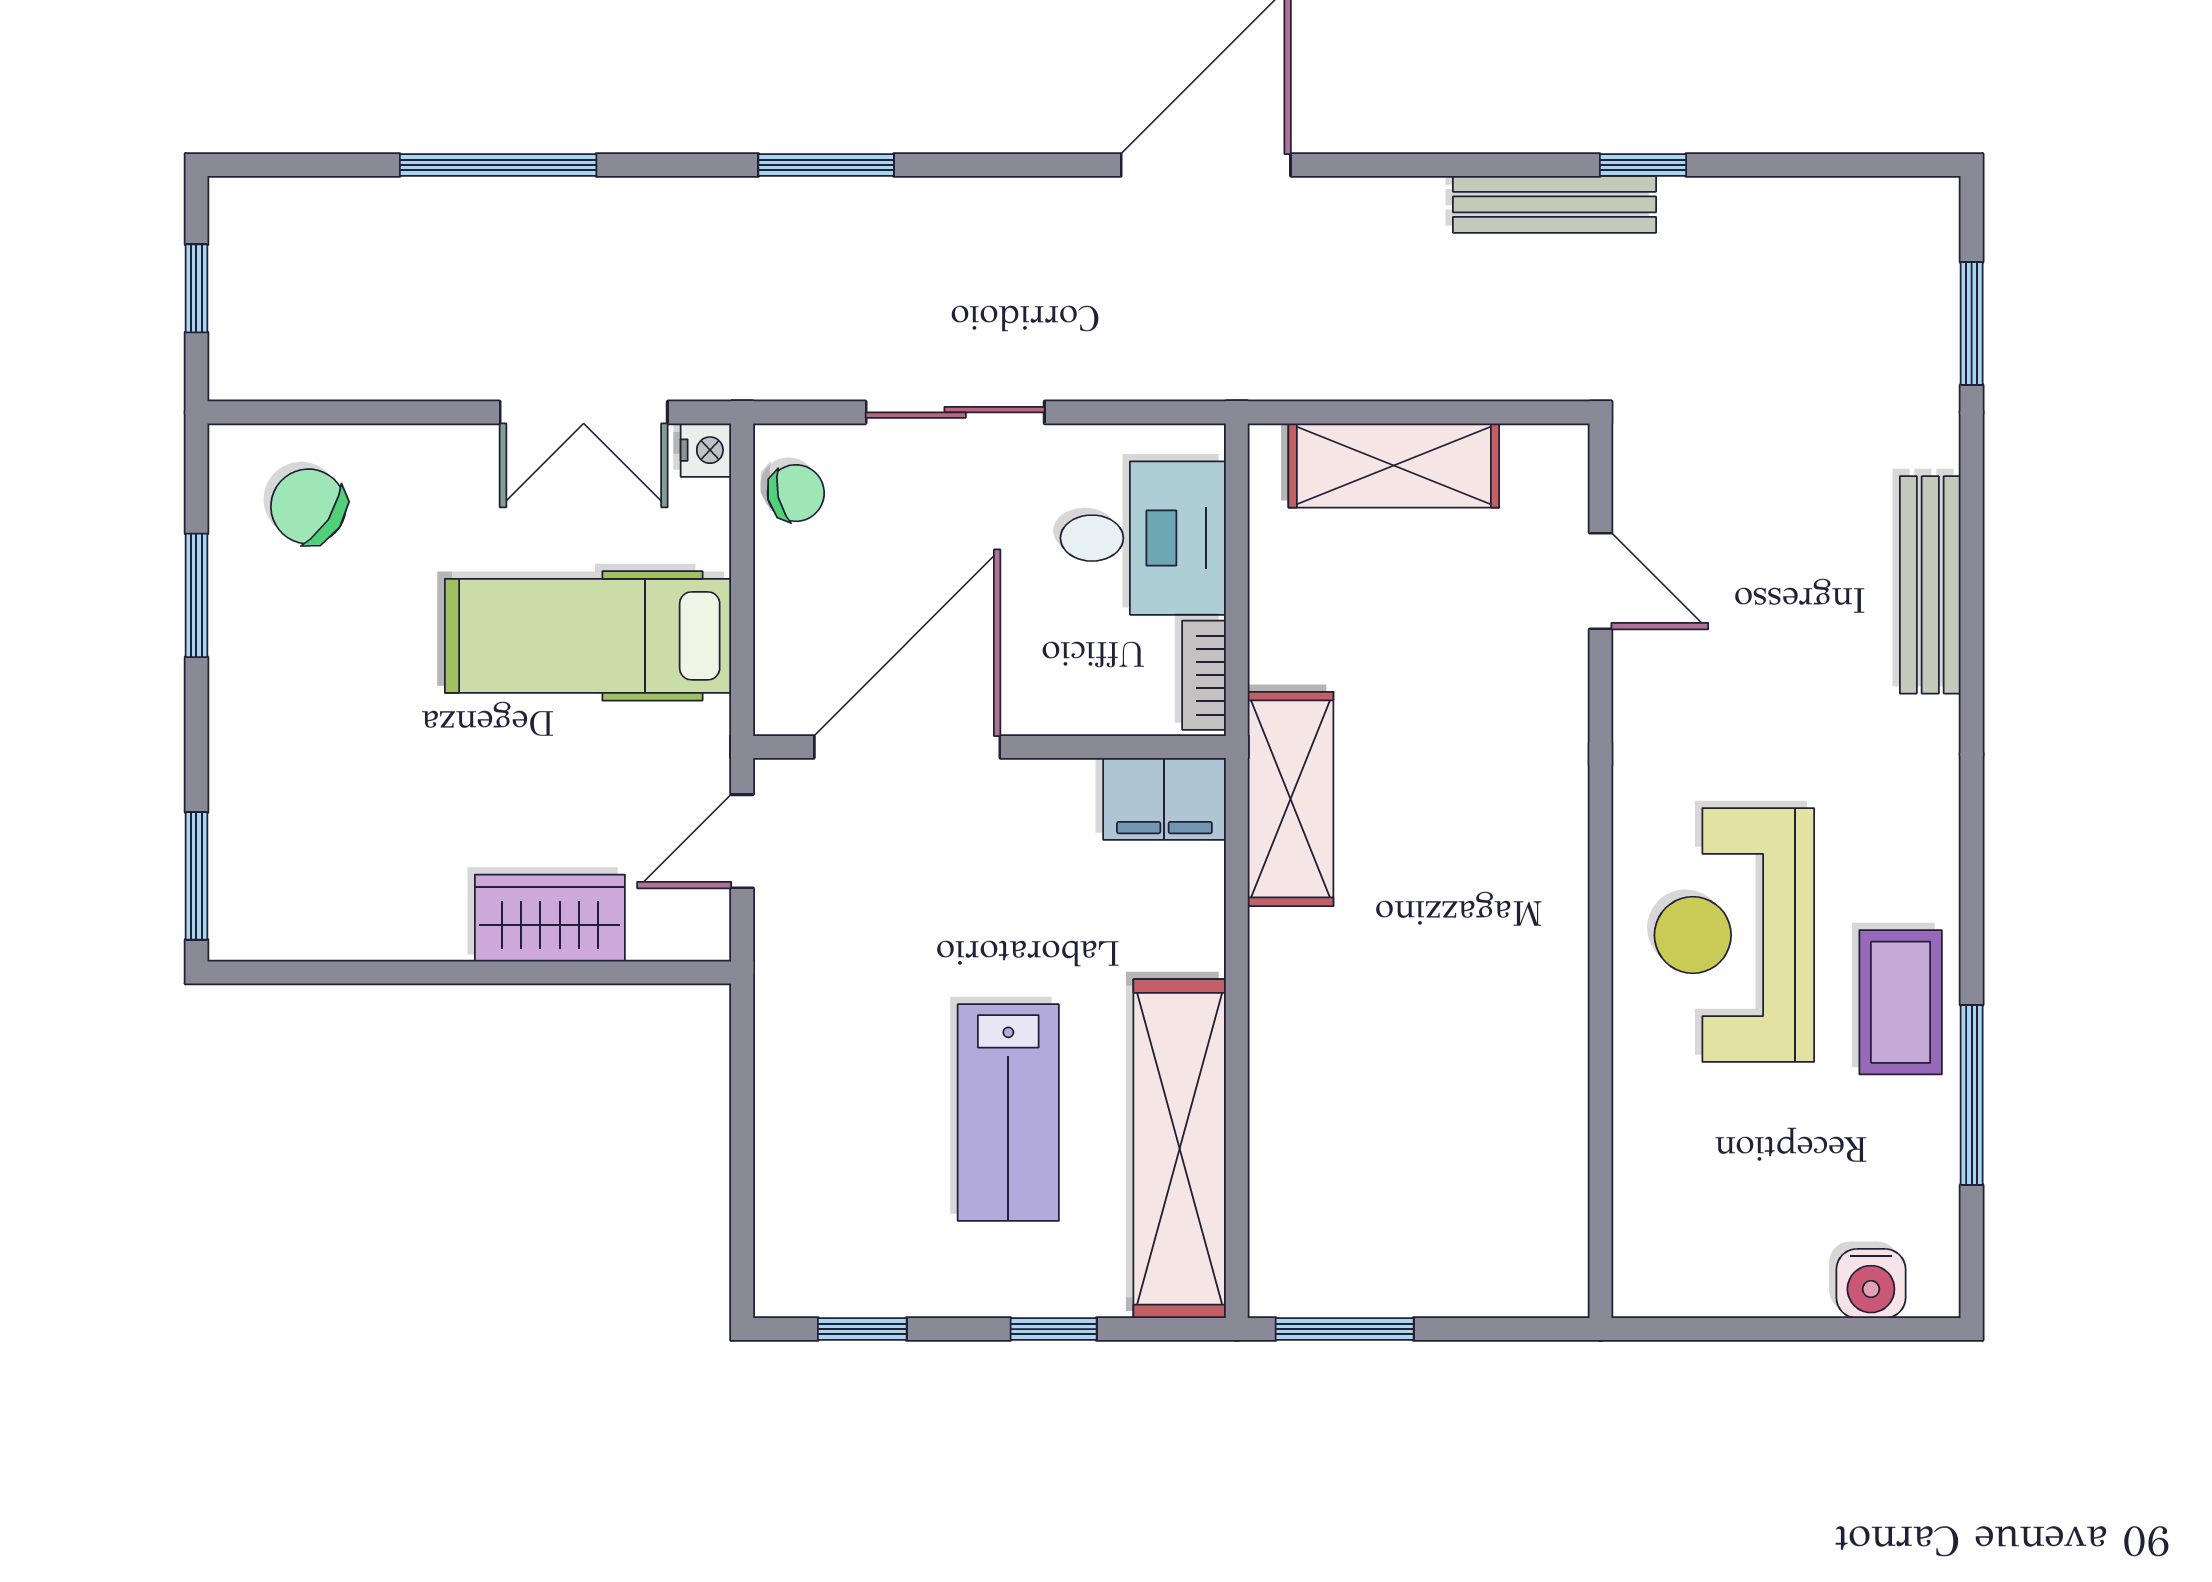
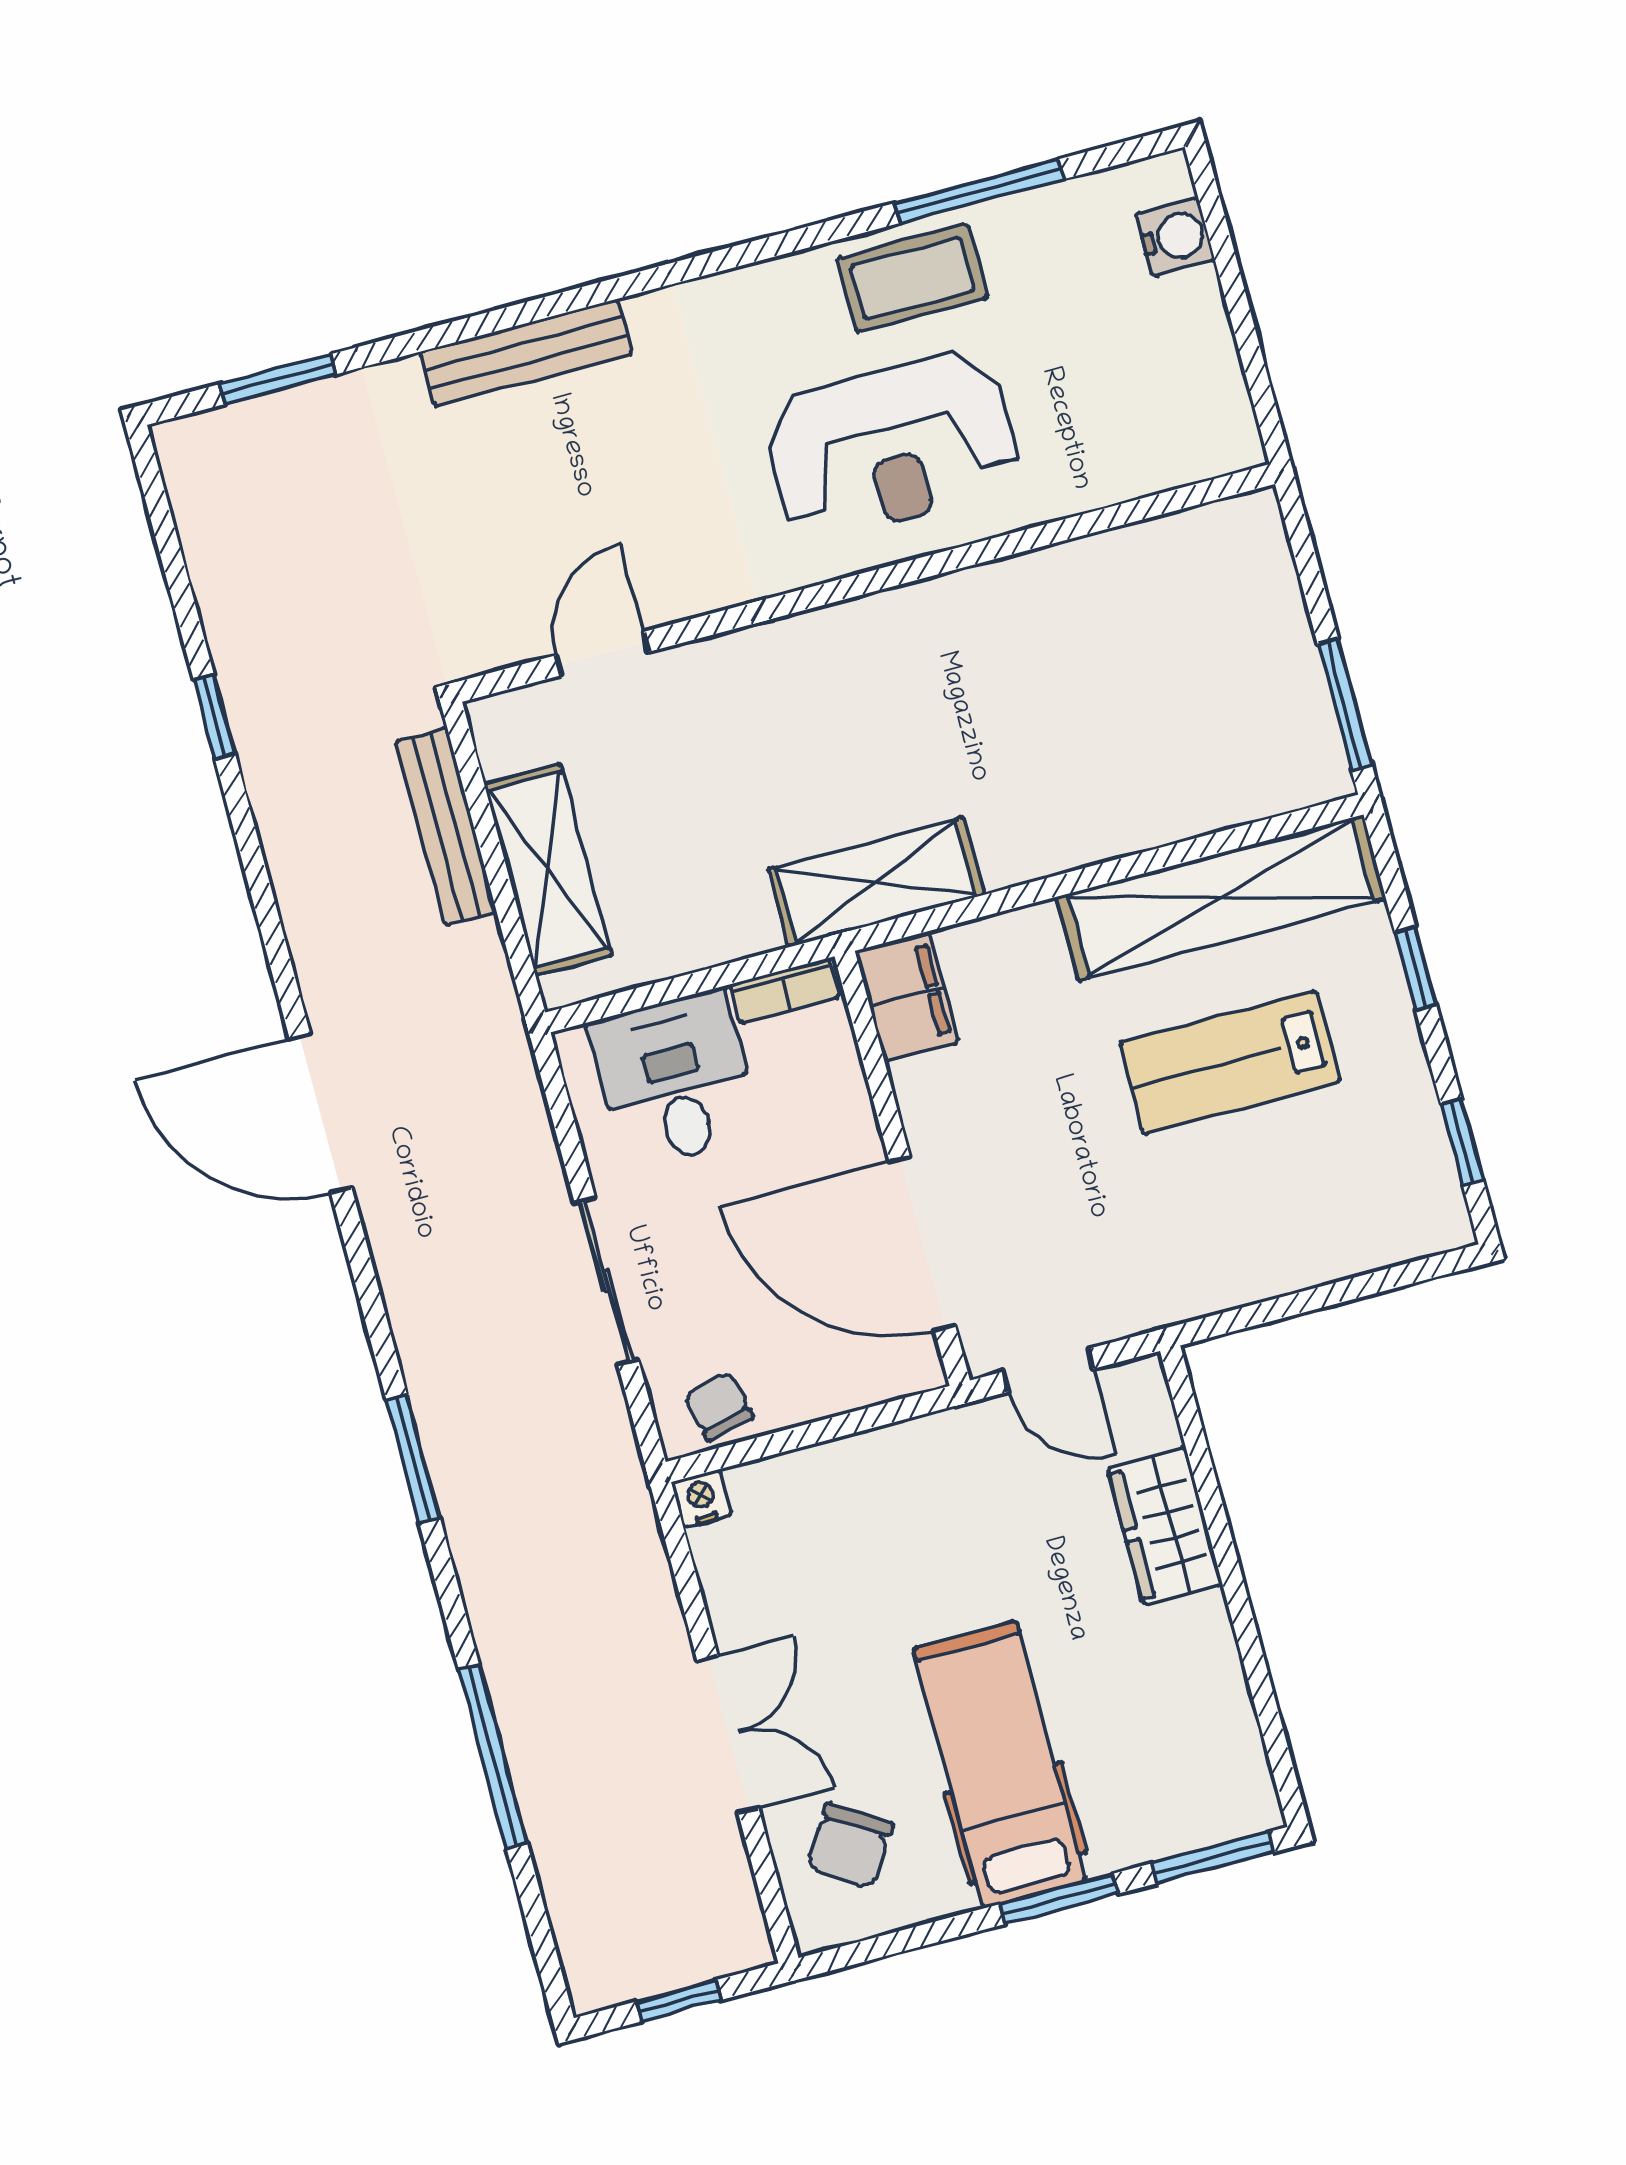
bench: (1554, 204) -> (446, 826), moved
double door: (584, 412) -> (728, 1735), moved
window: (196, 595) -> (1059, 1899), moved
hospital bed: (588, 636) -> (1000, 1765), moved, turned 180
lab bench: (1008, 1113) -> (1230, 1062), turned 180

